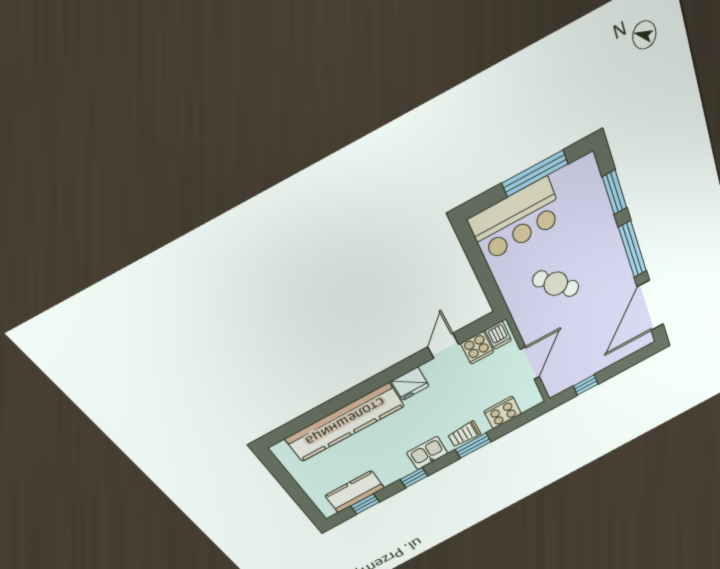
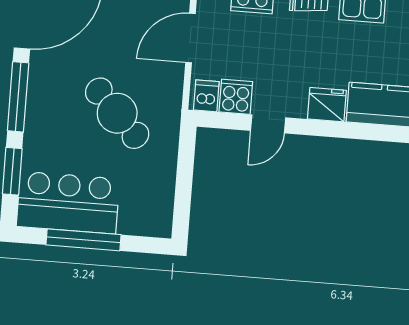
bar counter: (516, 220) -> (68, 203), moved
cafe table: (556, 284) -> (117, 113), width x1.37, depth x1.35

